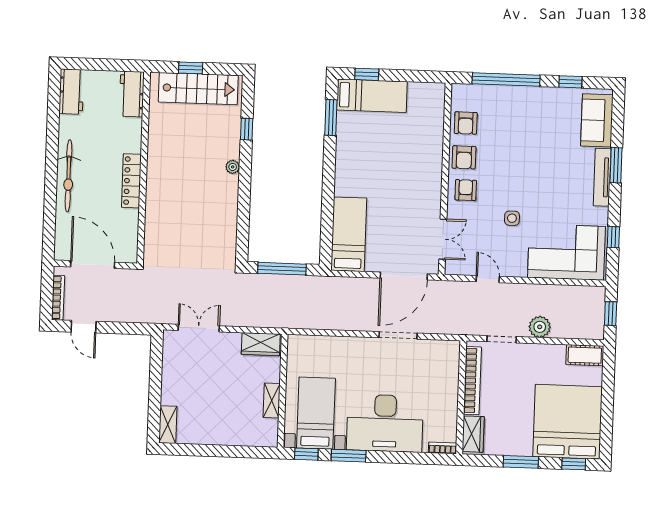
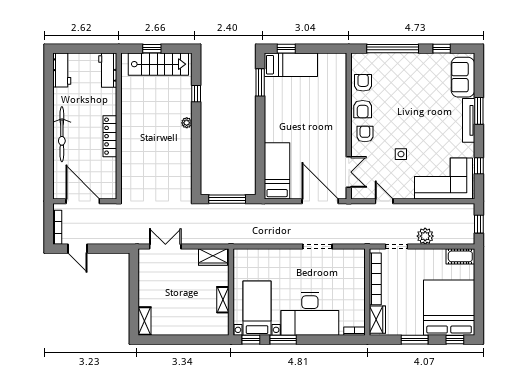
armchair: (466, 123) -> (363, 83), turned 180
door: (404, 276) -> (320, 201), swing flipped

